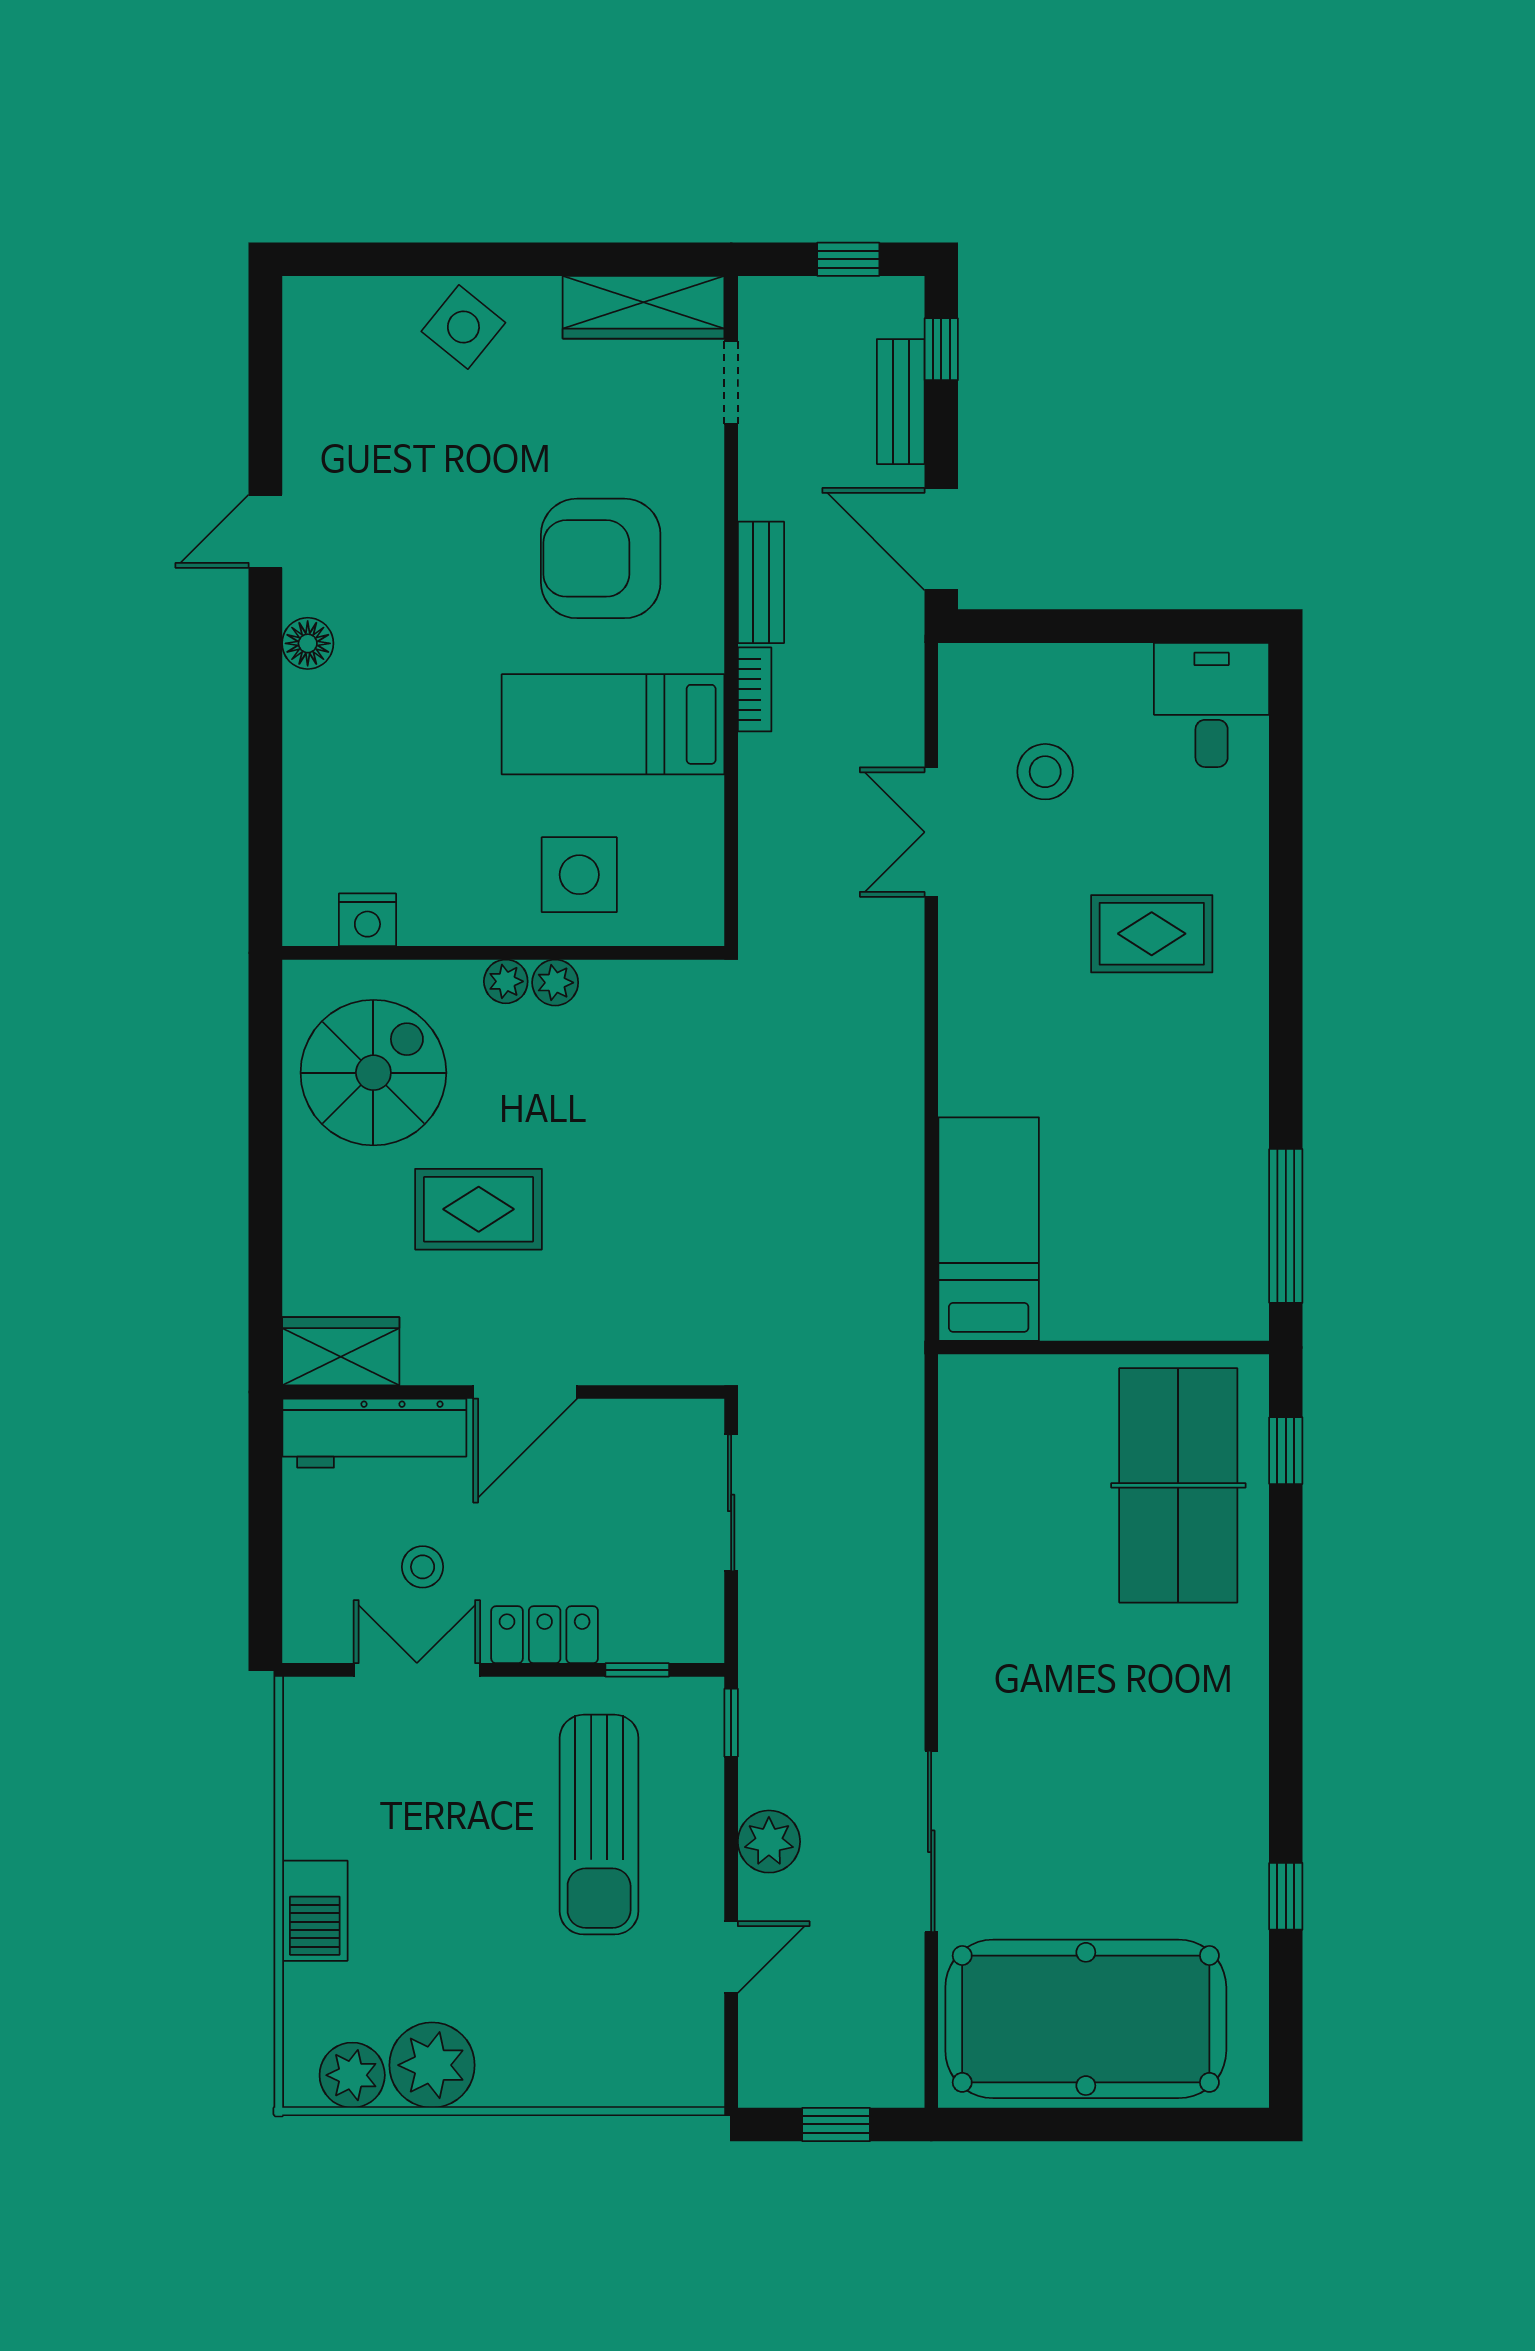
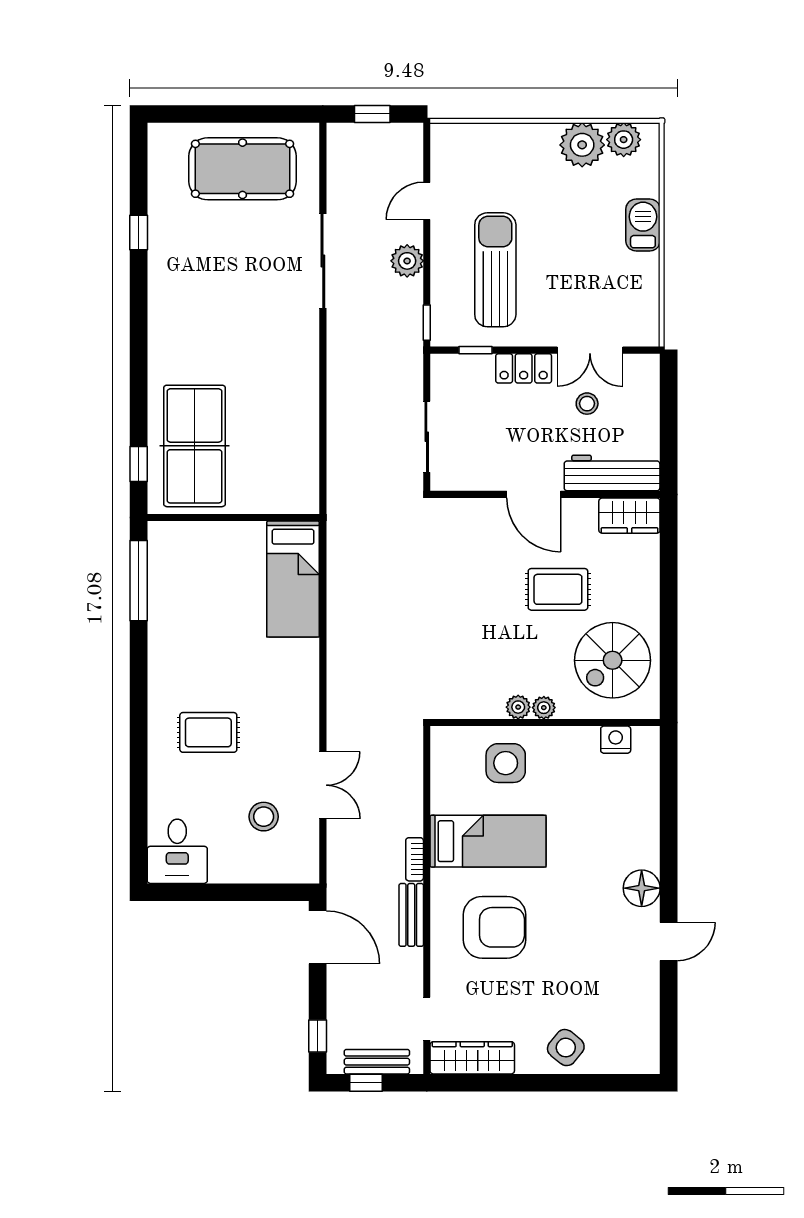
bench: (901, 402) -> (377, 1062), moved, turned 90
floor lamp: (308, 643) -> (642, 888), width x1.38, depth x1.38
door: (525, 1392) -> (534, 494), swing flipped
pool table: (1086, 2019) -> (243, 169), width x0.73, depth x0.76

